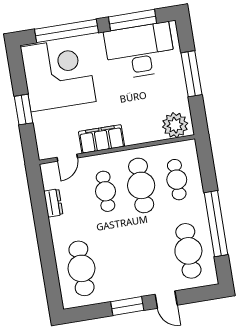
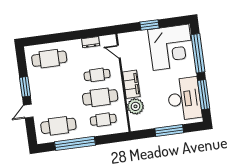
plant: (175, 125) -> (135, 106), moved
filing cabinet: (102, 139) -> (131, 84), moved

